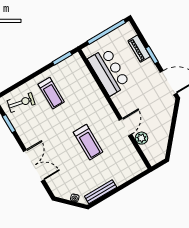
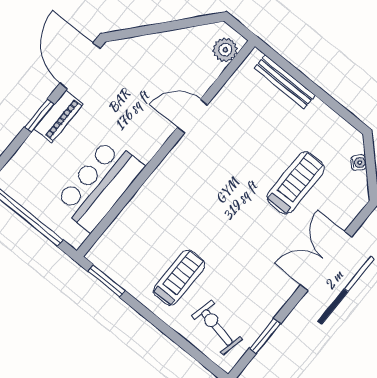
piano: (139, 49) -> (59, 116), moved
plant: (141, 138) -> (225, 50), moved
treadmill: (88, 142) -> (296, 183), moved
bench: (101, 192) -> (285, 82), moved

